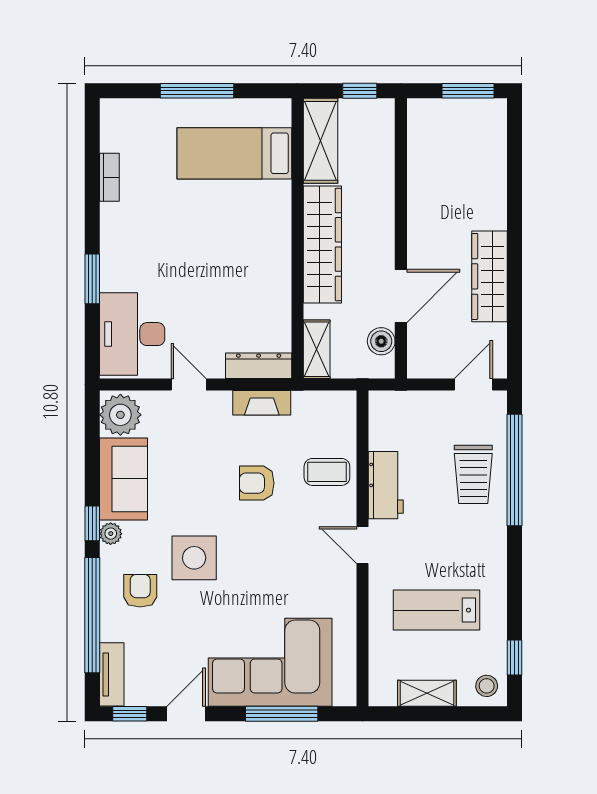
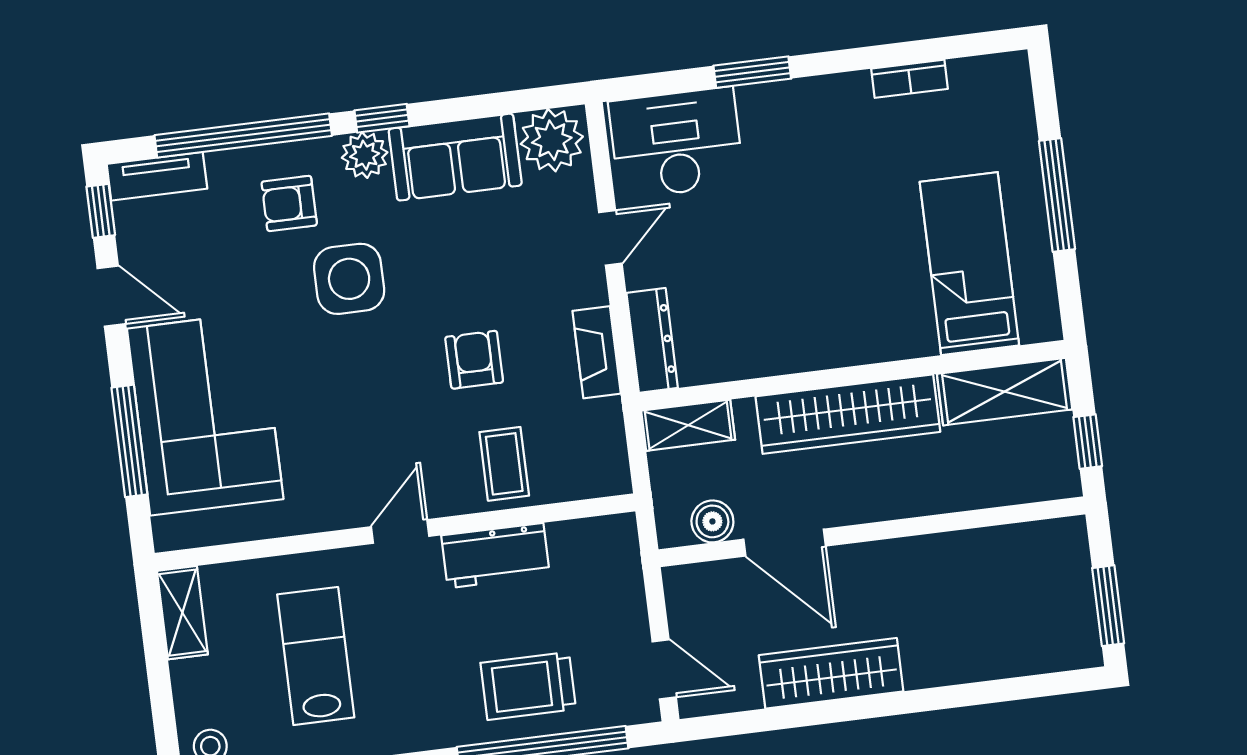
plant: (111, 534) -> (365, 155), width x1.38, depth x1.38
armchair: (140, 591) -> (289, 203), turned 180
shelving: (427, 693) -> (182, 613), moved

